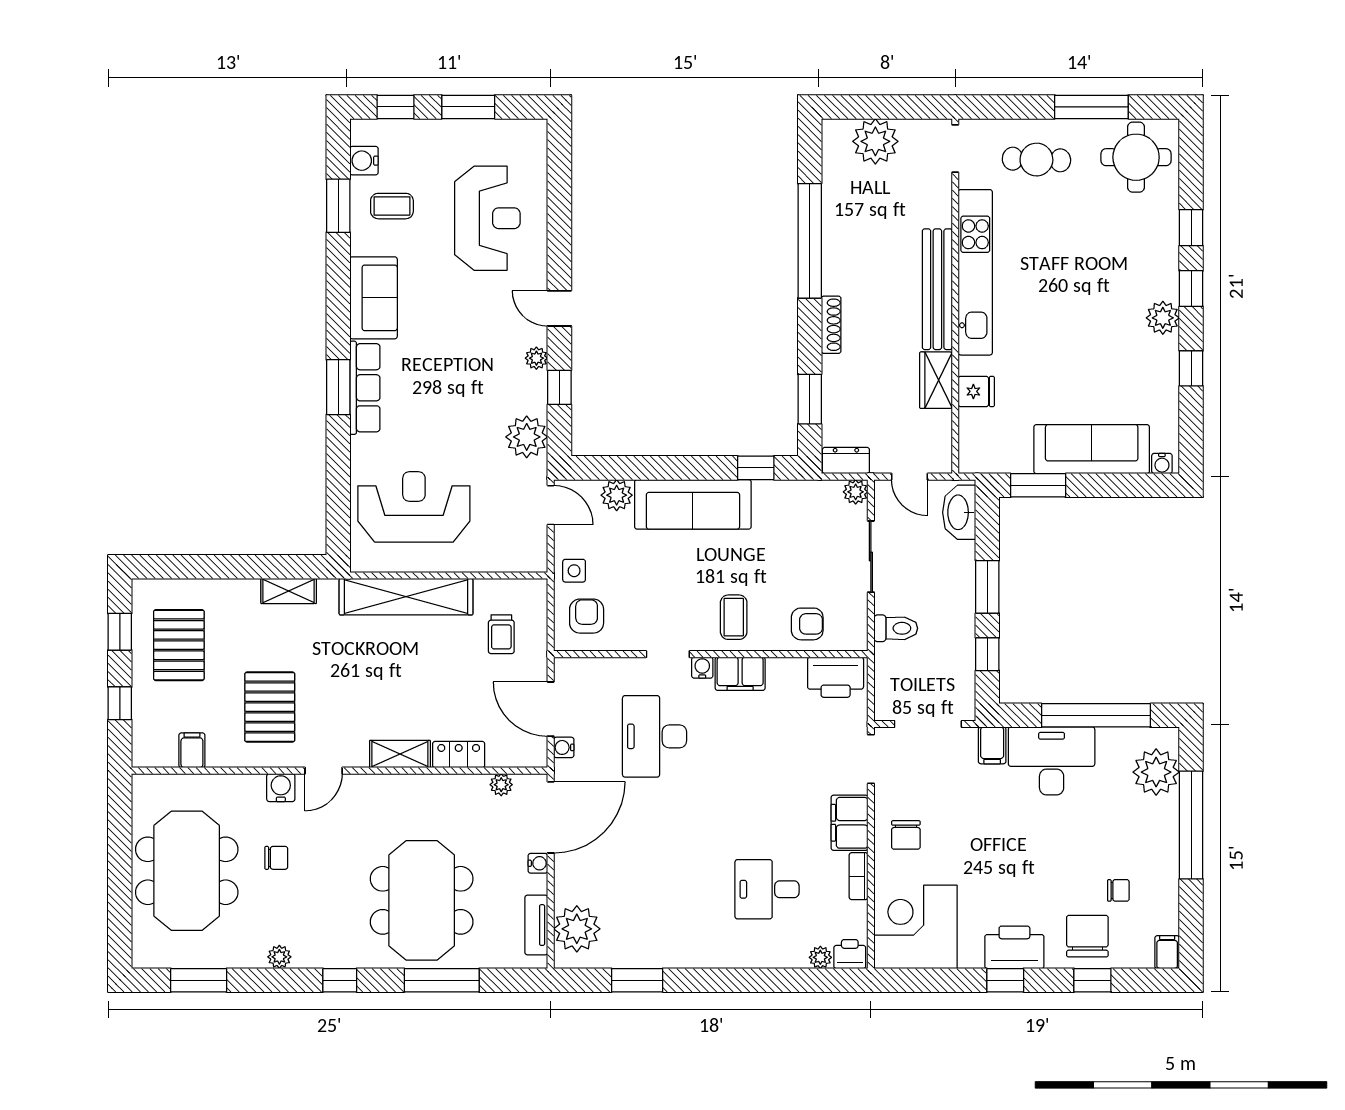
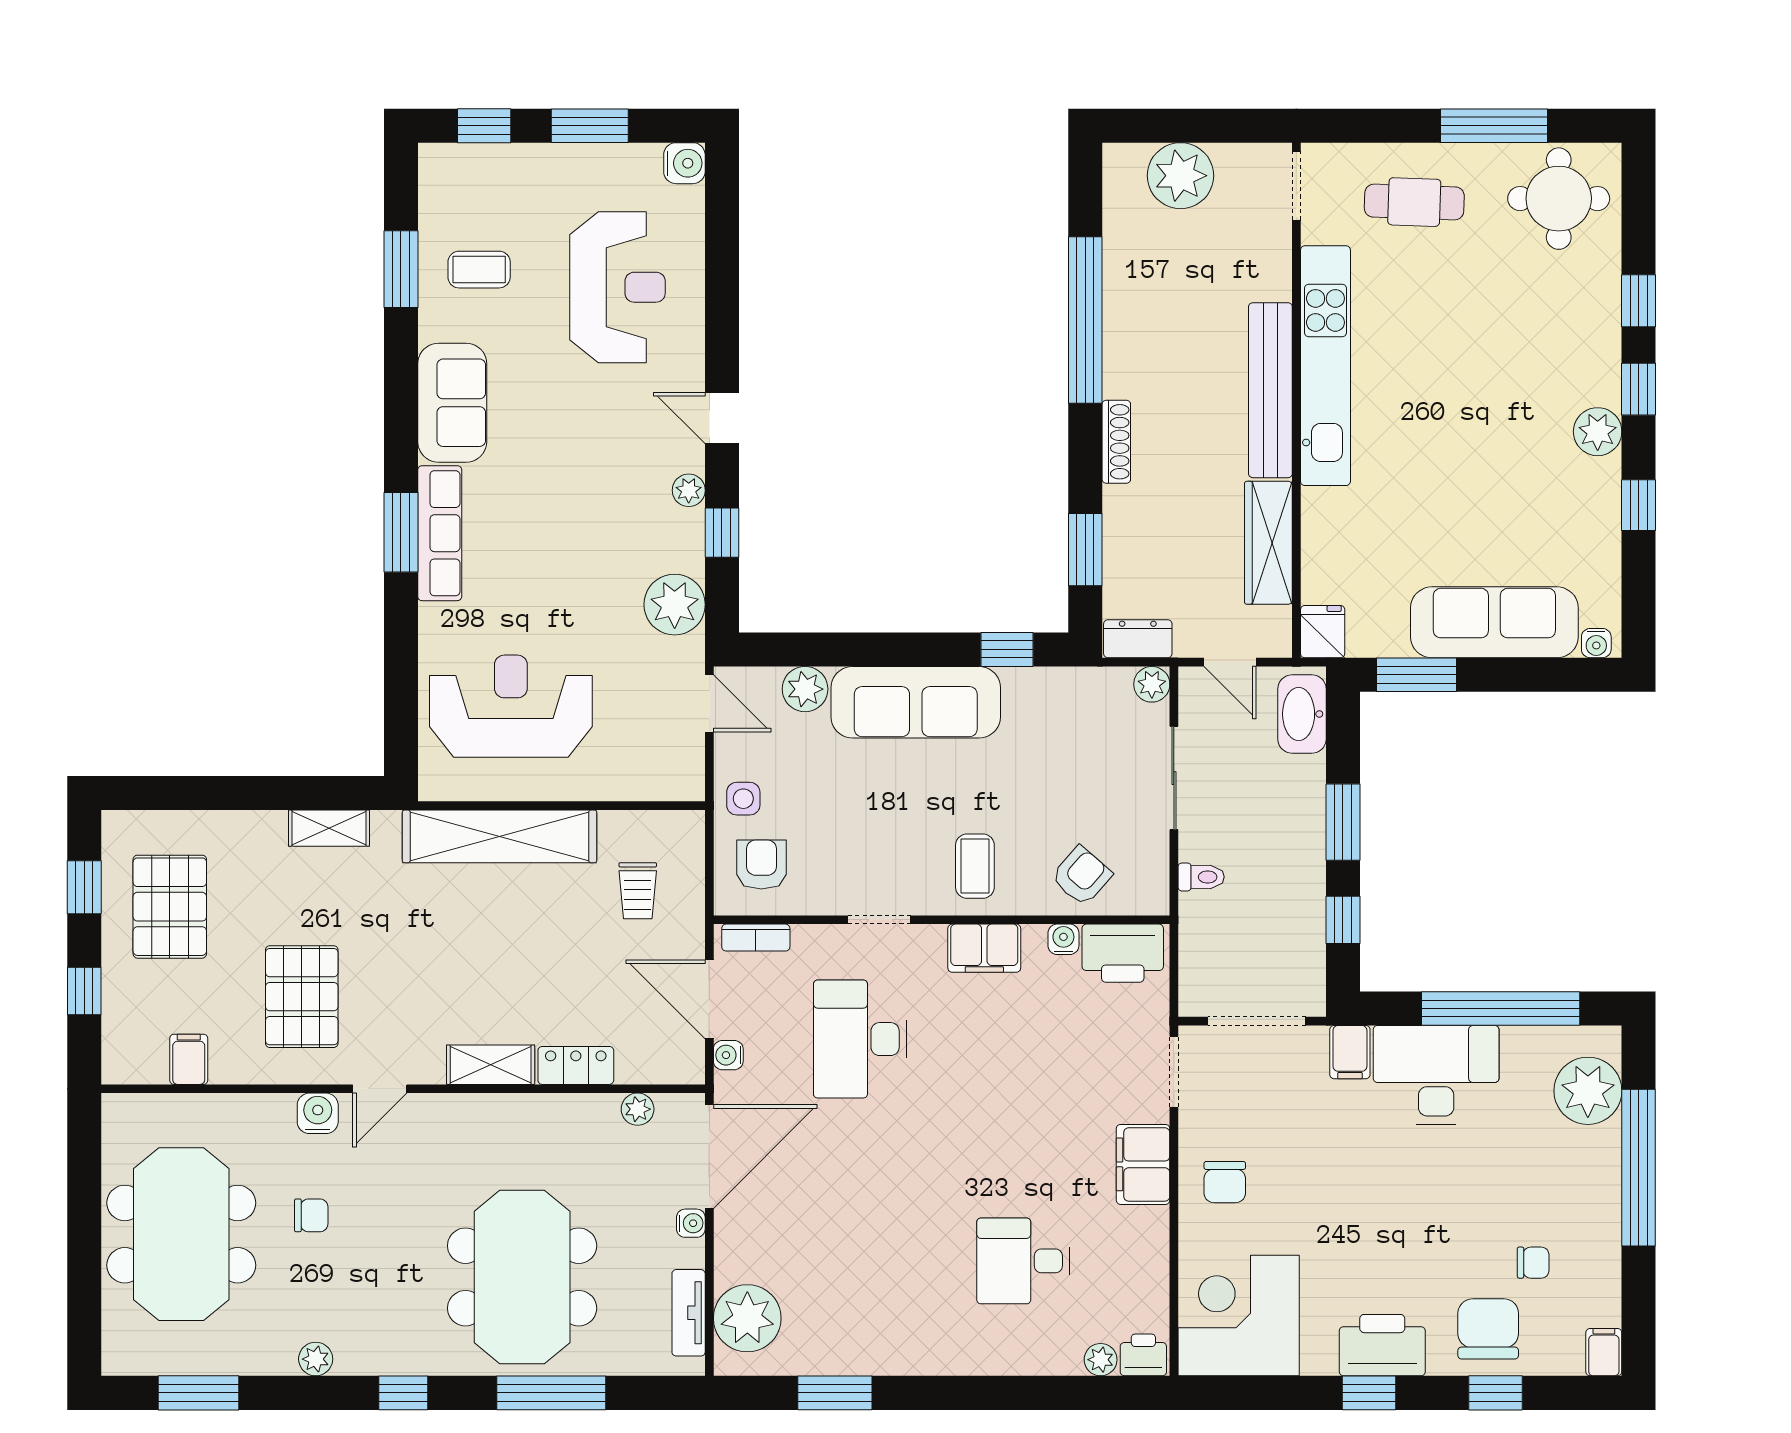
water cooler: (364, 161) -> (684, 163), moved, turned 180
wardrobe: (936, 380) -> (1268, 543), width x1.50
fridge: (976, 391) -> (1323, 632), moved, turned -90
armchair: (807, 624) -> (1082, 876), turned -49
toilet: (896, 628) -> (1201, 877), width x0.73, depth x0.72
water cooler: (702, 668) -> (1063, 939), moved
bookcase: (859, 876) -> (756, 938), moved, turned -90

